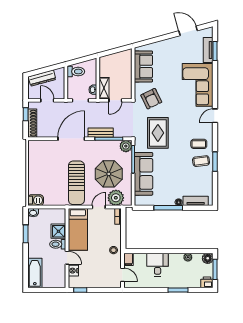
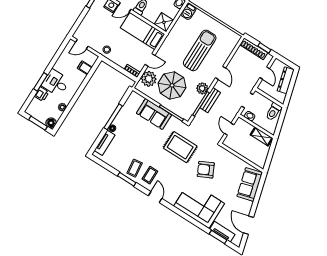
door: (188, 31) -> (249, 225), swing flipped
sofa: (143, 66) -> (250, 184), moved, turned 75
shelving: (104, 88) -> (261, 136), moved
armchair: (151, 99) -> (206, 170), moved
door: (47, 100) -> (265, 73), hinge flipped
door: (215, 116) -> (155, 197), moved
door: (71, 139) -> (220, 73), width x0.53
plant: (126, 146) -> (202, 88), moved
sofa: (144, 174) -> (154, 114), width x0.73
sun lounger: (76, 183) -> (200, 50), moved, turned 90
door: (99, 207) -> (150, 60), hinge flipped
shower: (58, 231) -> (164, 22), moved
filing cabinet: (128, 259) -> (85, 68), moved
desk: (158, 265) -> (56, 83), moved, turned 180
printer: (207, 282) -> (42, 94), moved

